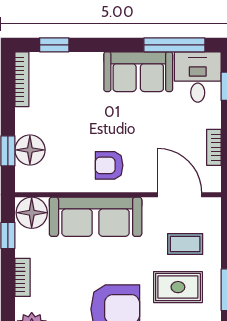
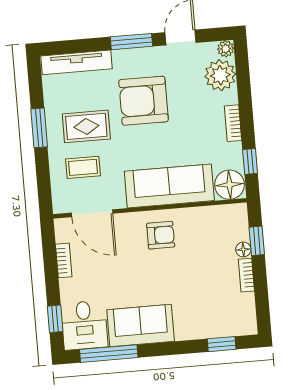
bookcase: (22, 79) -> (246, 275), moved, width x0.64
floor lamp: (30, 150) -> (243, 249), width x0.53, depth x0.53

